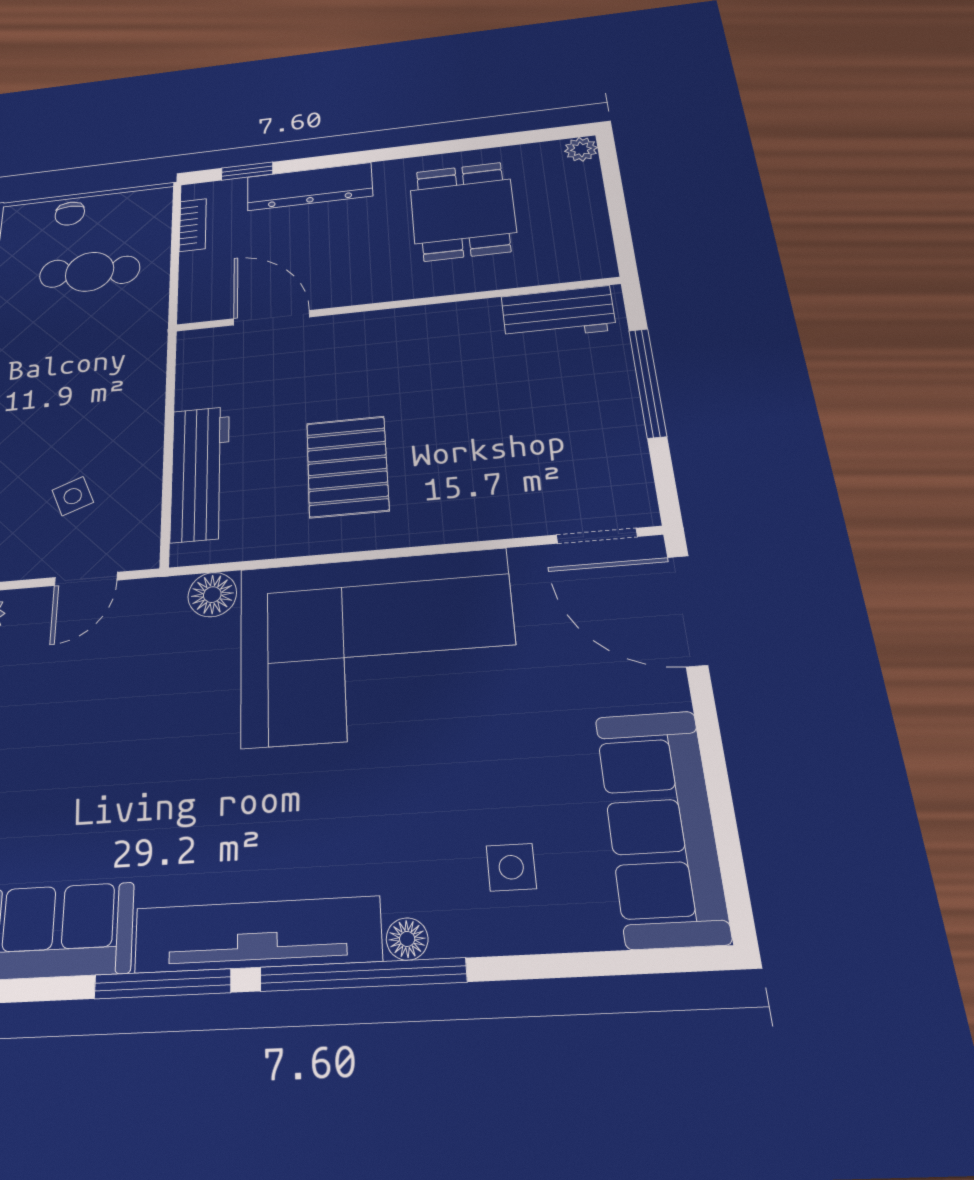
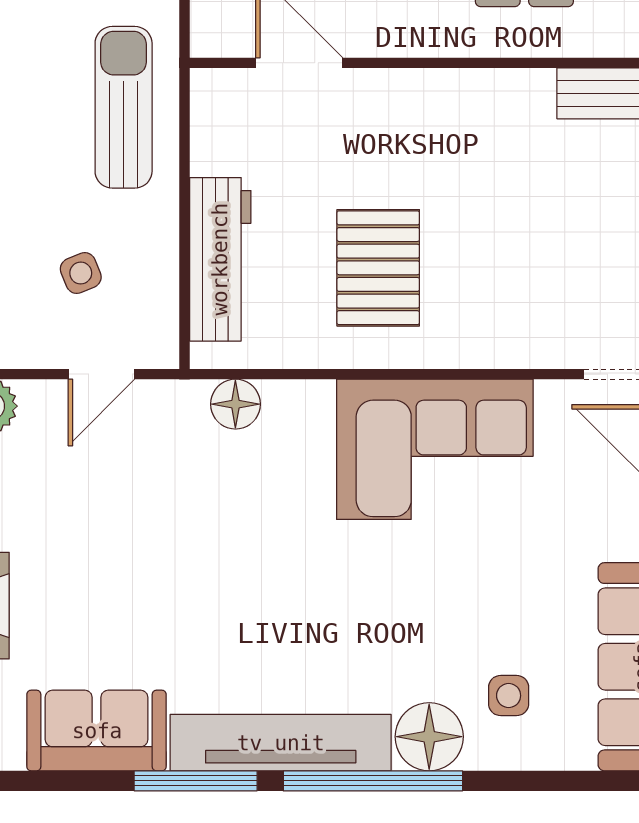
sun lounger: (119, 366) -> (124, 107), added
corner sofa: (376, 646) -> (435, 449), width x0.73, depth x0.74
floor lamp: (407, 939) -> (429, 737), width x1.89, depth x1.89

